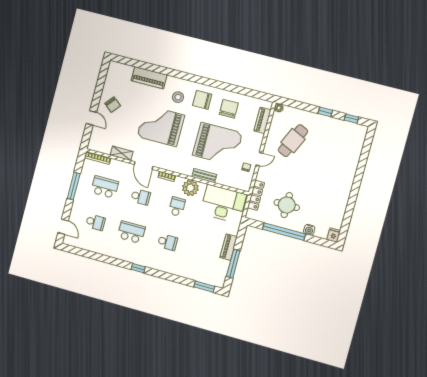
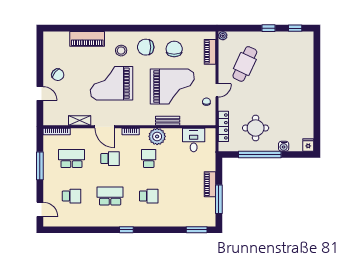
desk: (223, 204) -> (194, 140), width x0.53, depth x0.77

